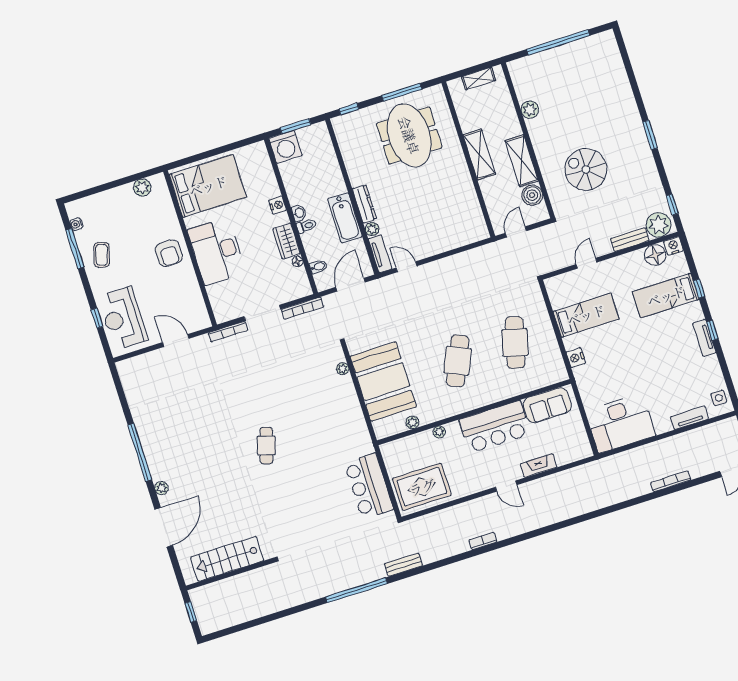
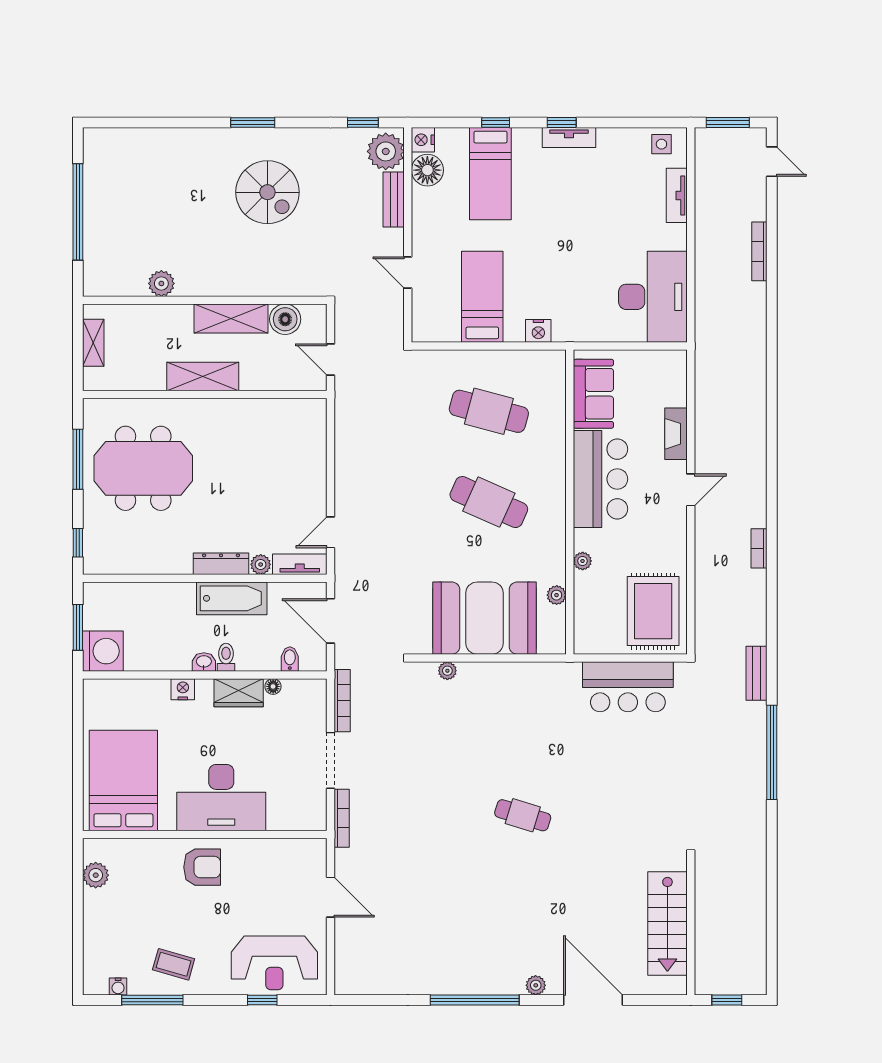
spiral stairs: (586, 170) -> (267, 192), moved, turned -90
door: (176, 340) -> (331, 897), swing flipped

